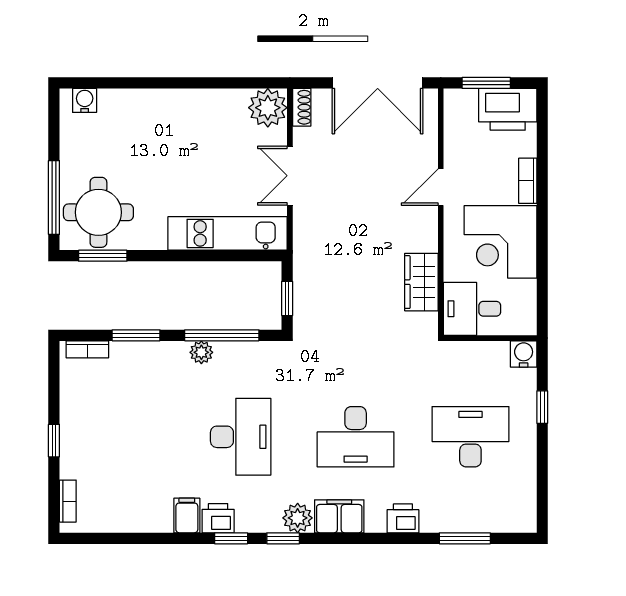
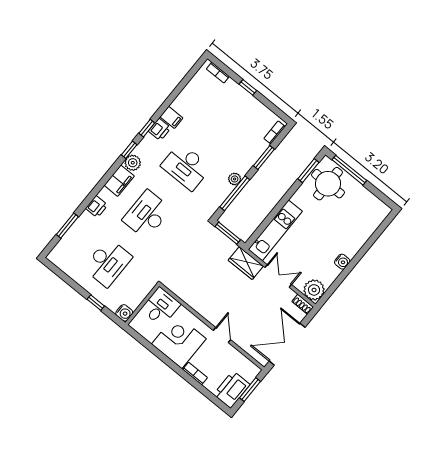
water cooler: (85, 100) -> (342, 262), moved
wardrobe: (421, 282) -> (246, 263), moved, turned 180
window: (287, 298) -> (228, 233), width x1.50

